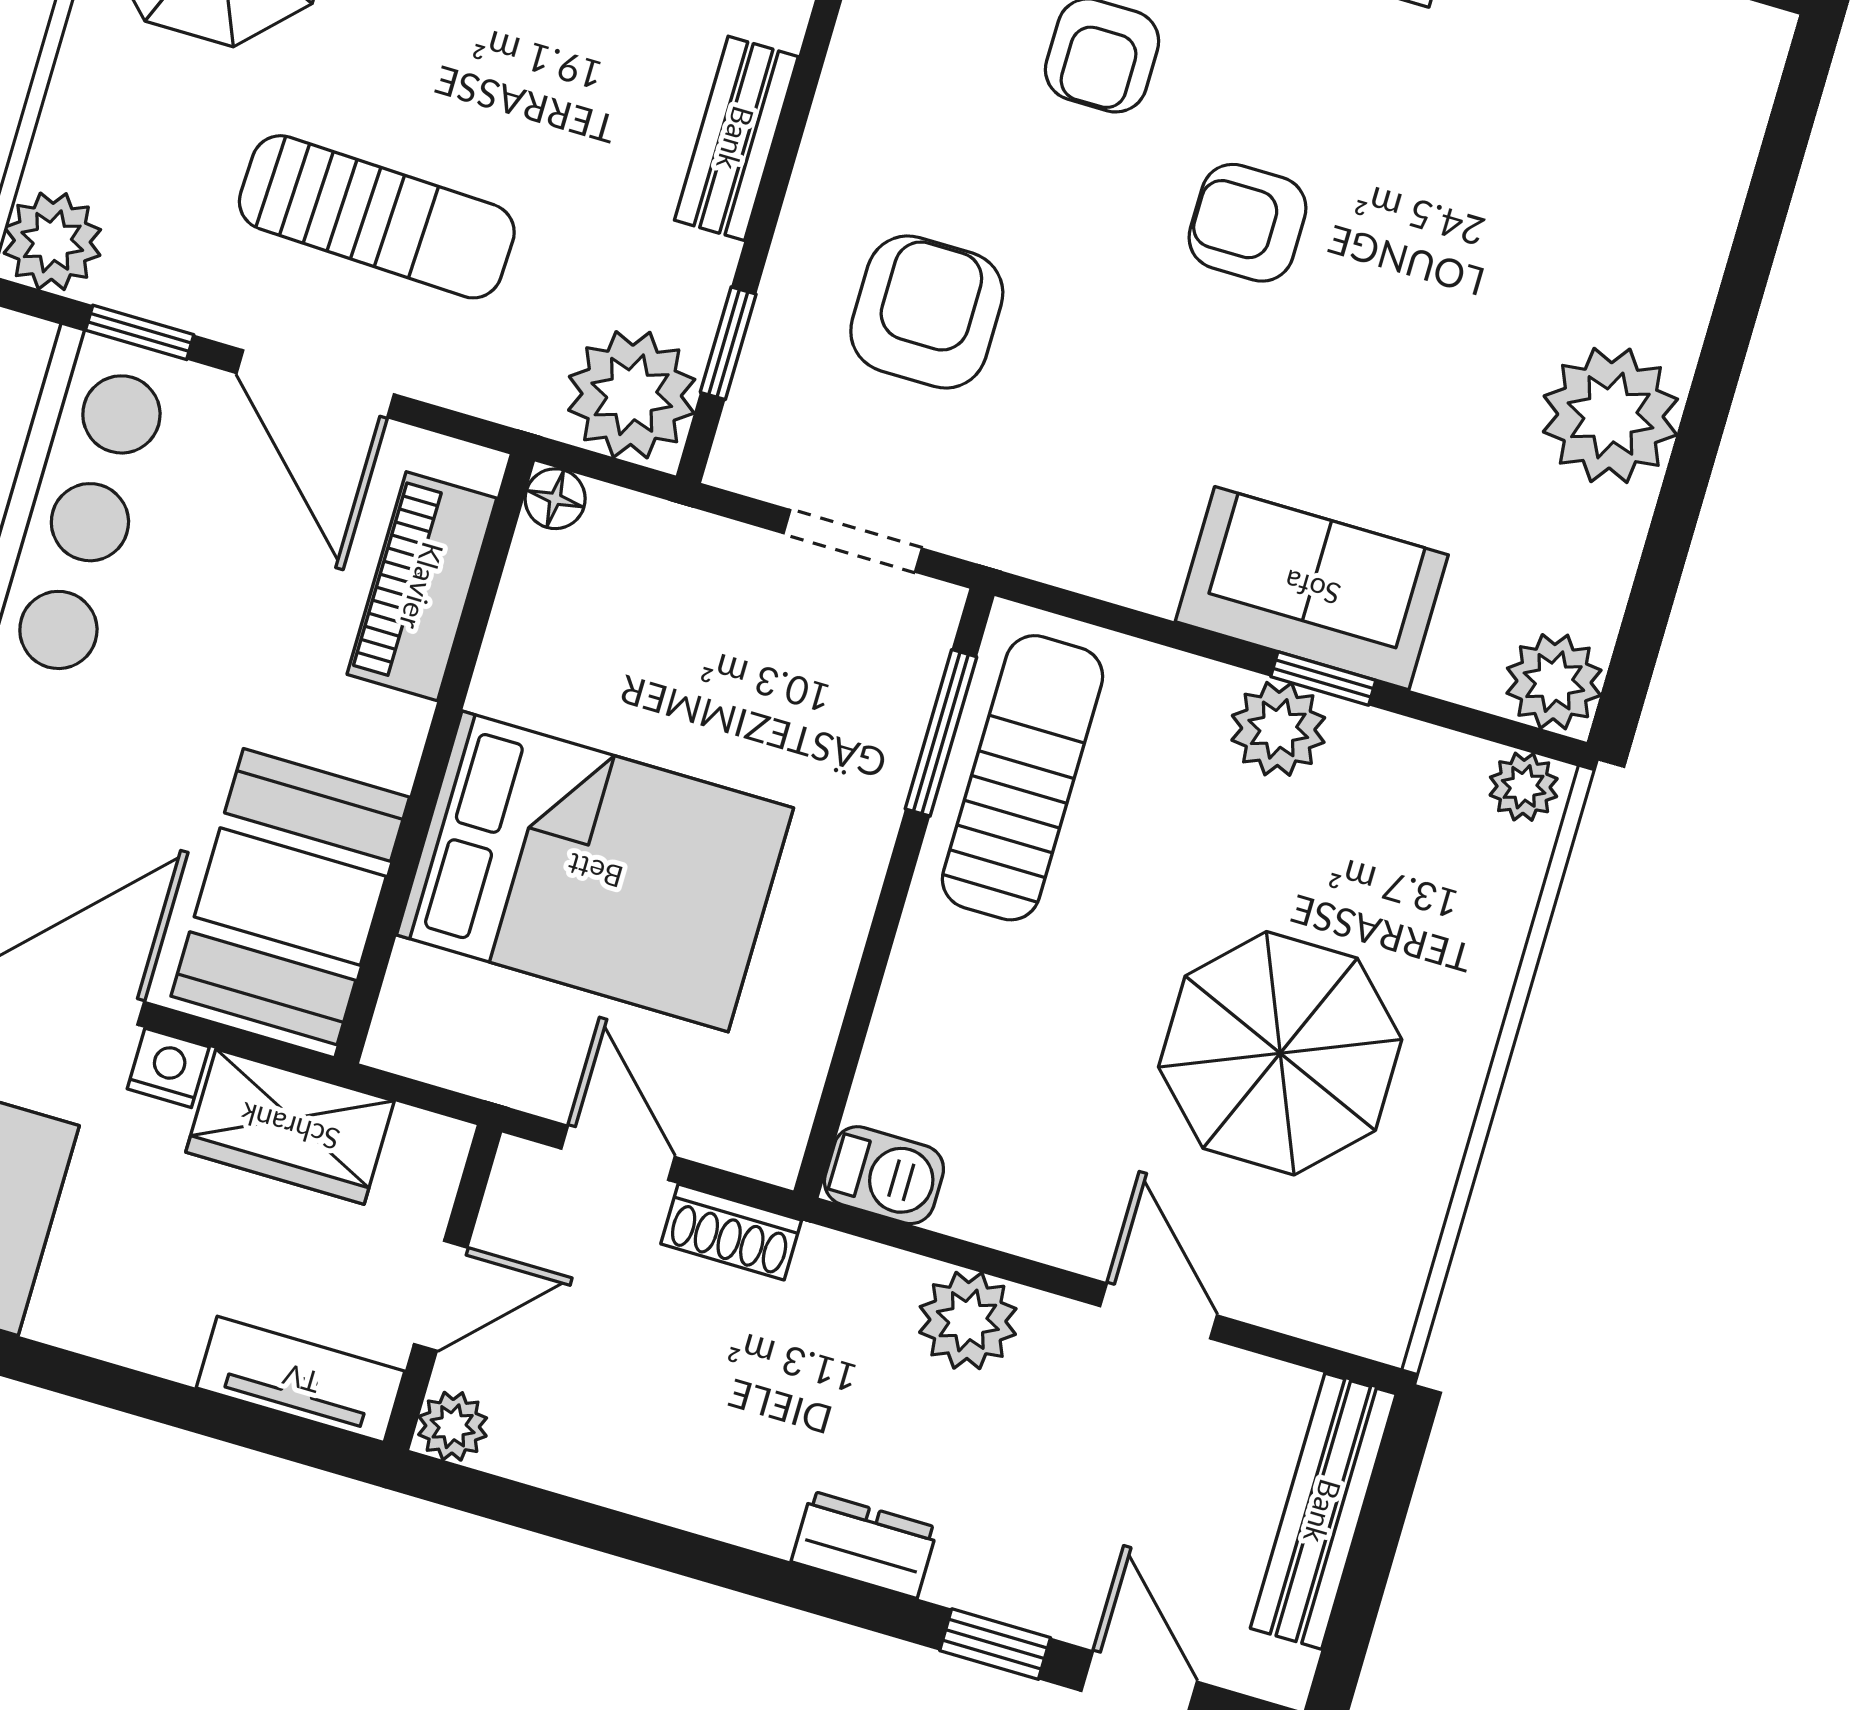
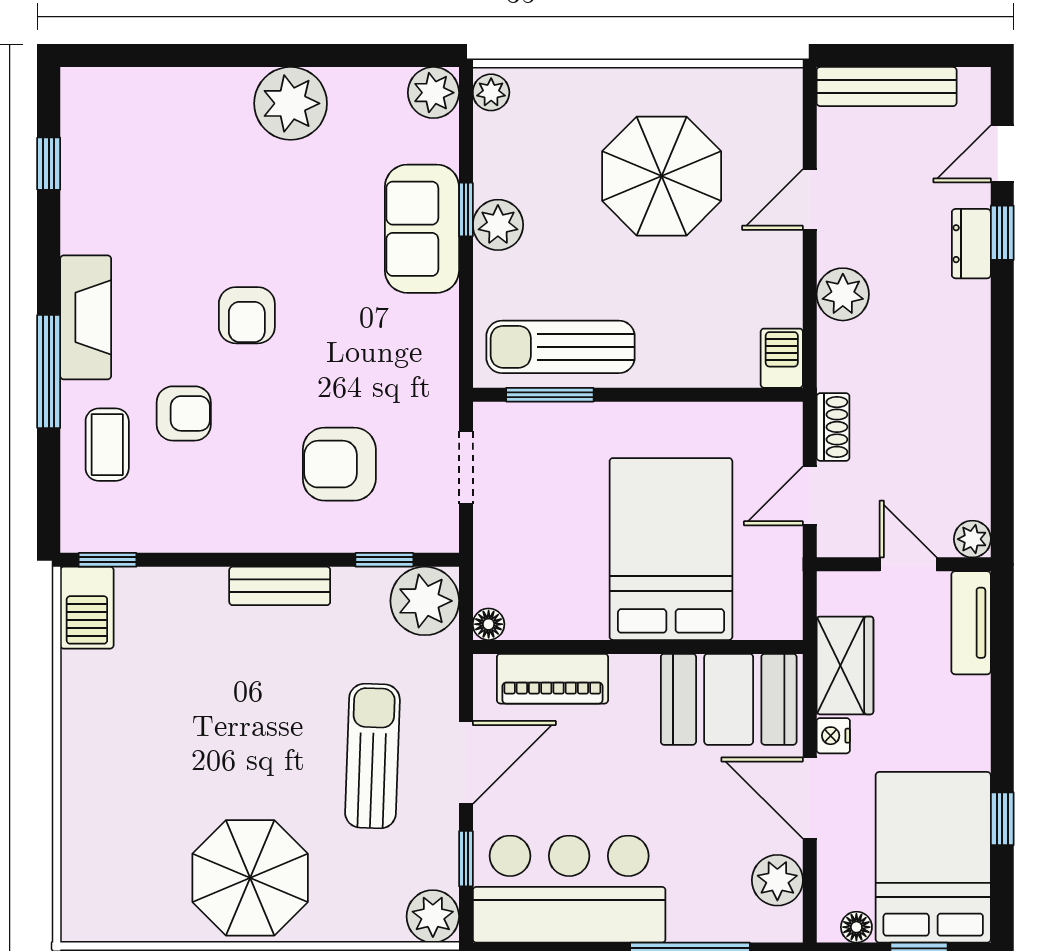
dresser: (864, 1545) -> (971, 244), moved

